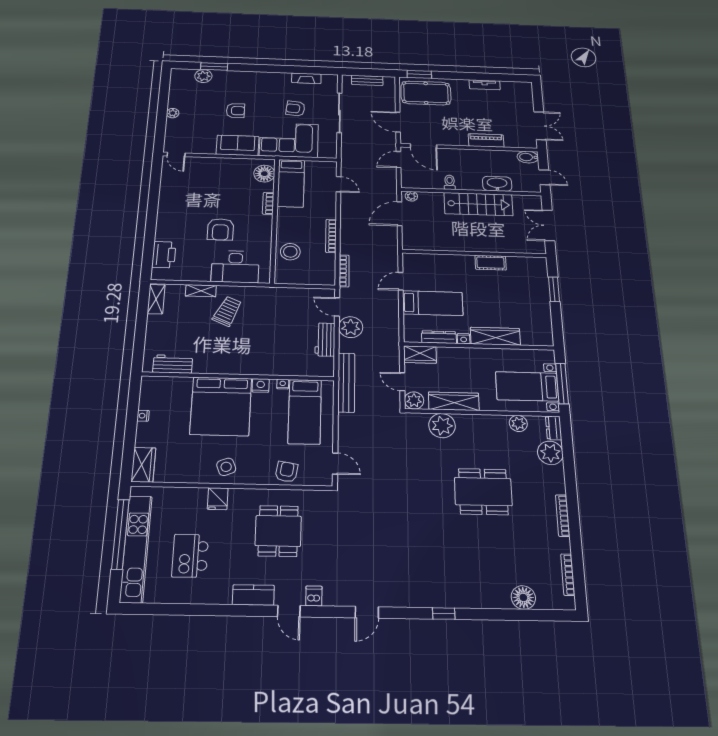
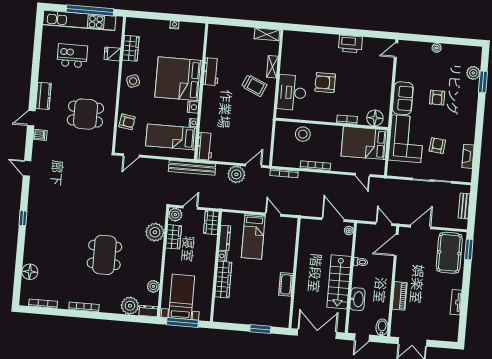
bed: (291, 183) -> (365, 143), width x1.50
door: (339, 184) -> (362, 175), hinge flipped
double door: (548, 226) -> (317, 334), width x1.37
printer: (164, 255) -> (350, 44), moved
workbench: (325, 340) -> (205, 146), moved, turned 90
workbench: (173, 364) -> (211, 72), moved
wardrobe: (454, 401) -> (174, 237), width x0.67
wardrobe: (143, 465) -> (131, 48), moved, turned -90
fridge: (218, 499) -> (112, 54), moved

